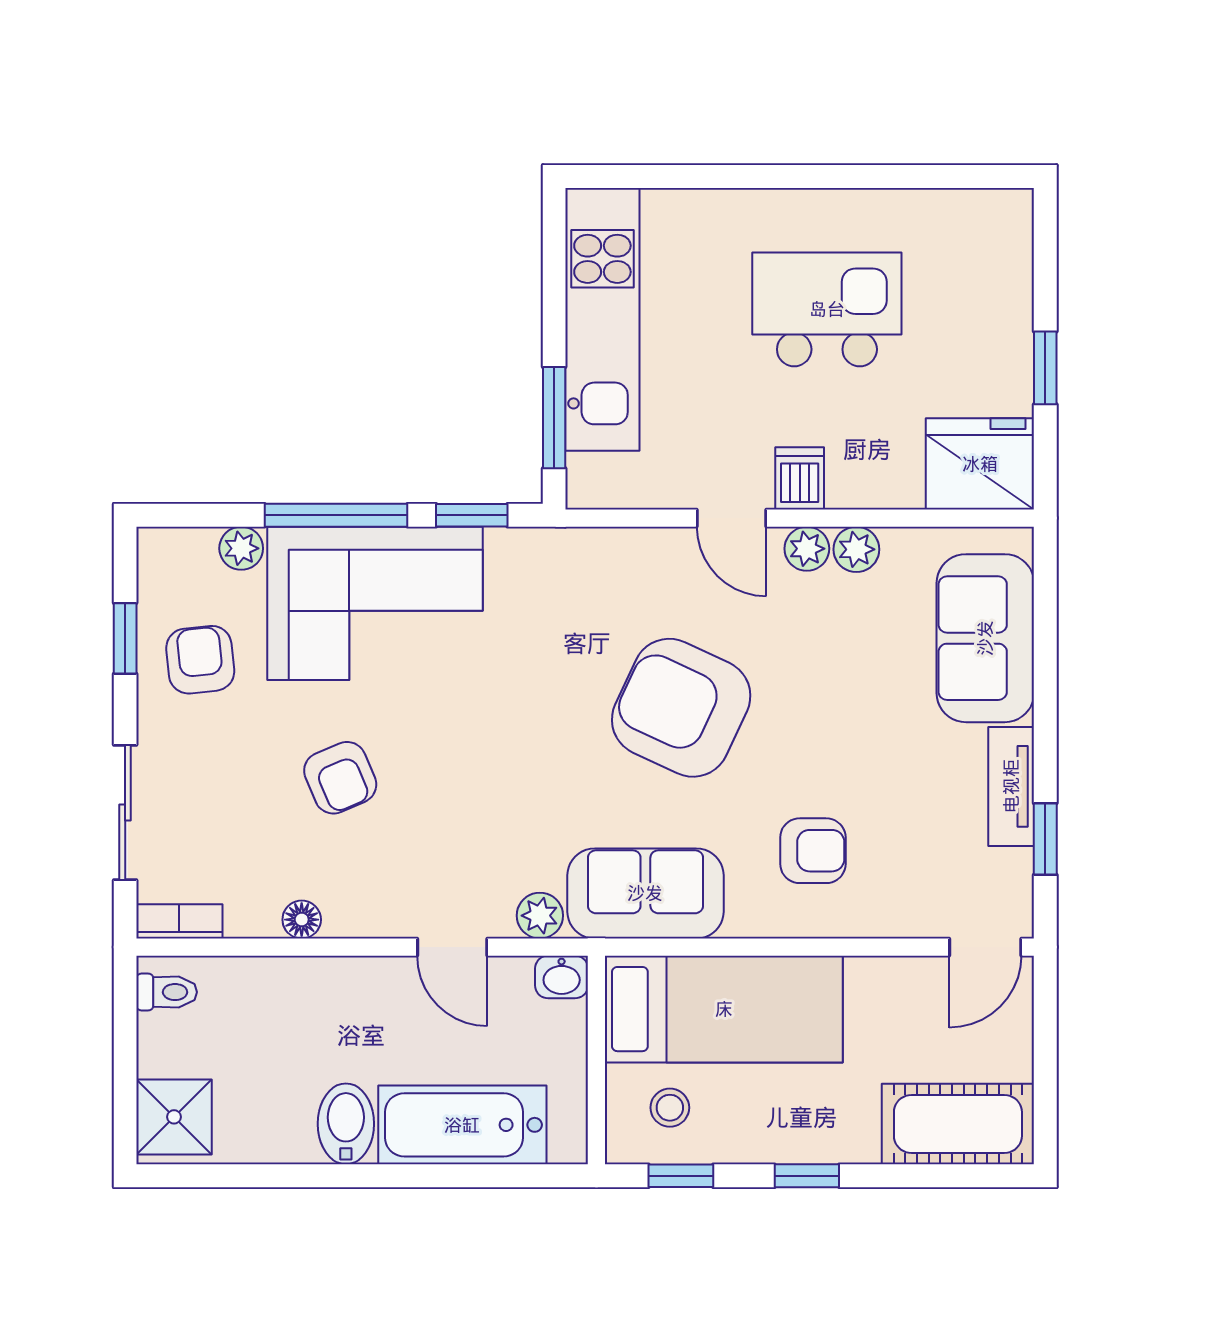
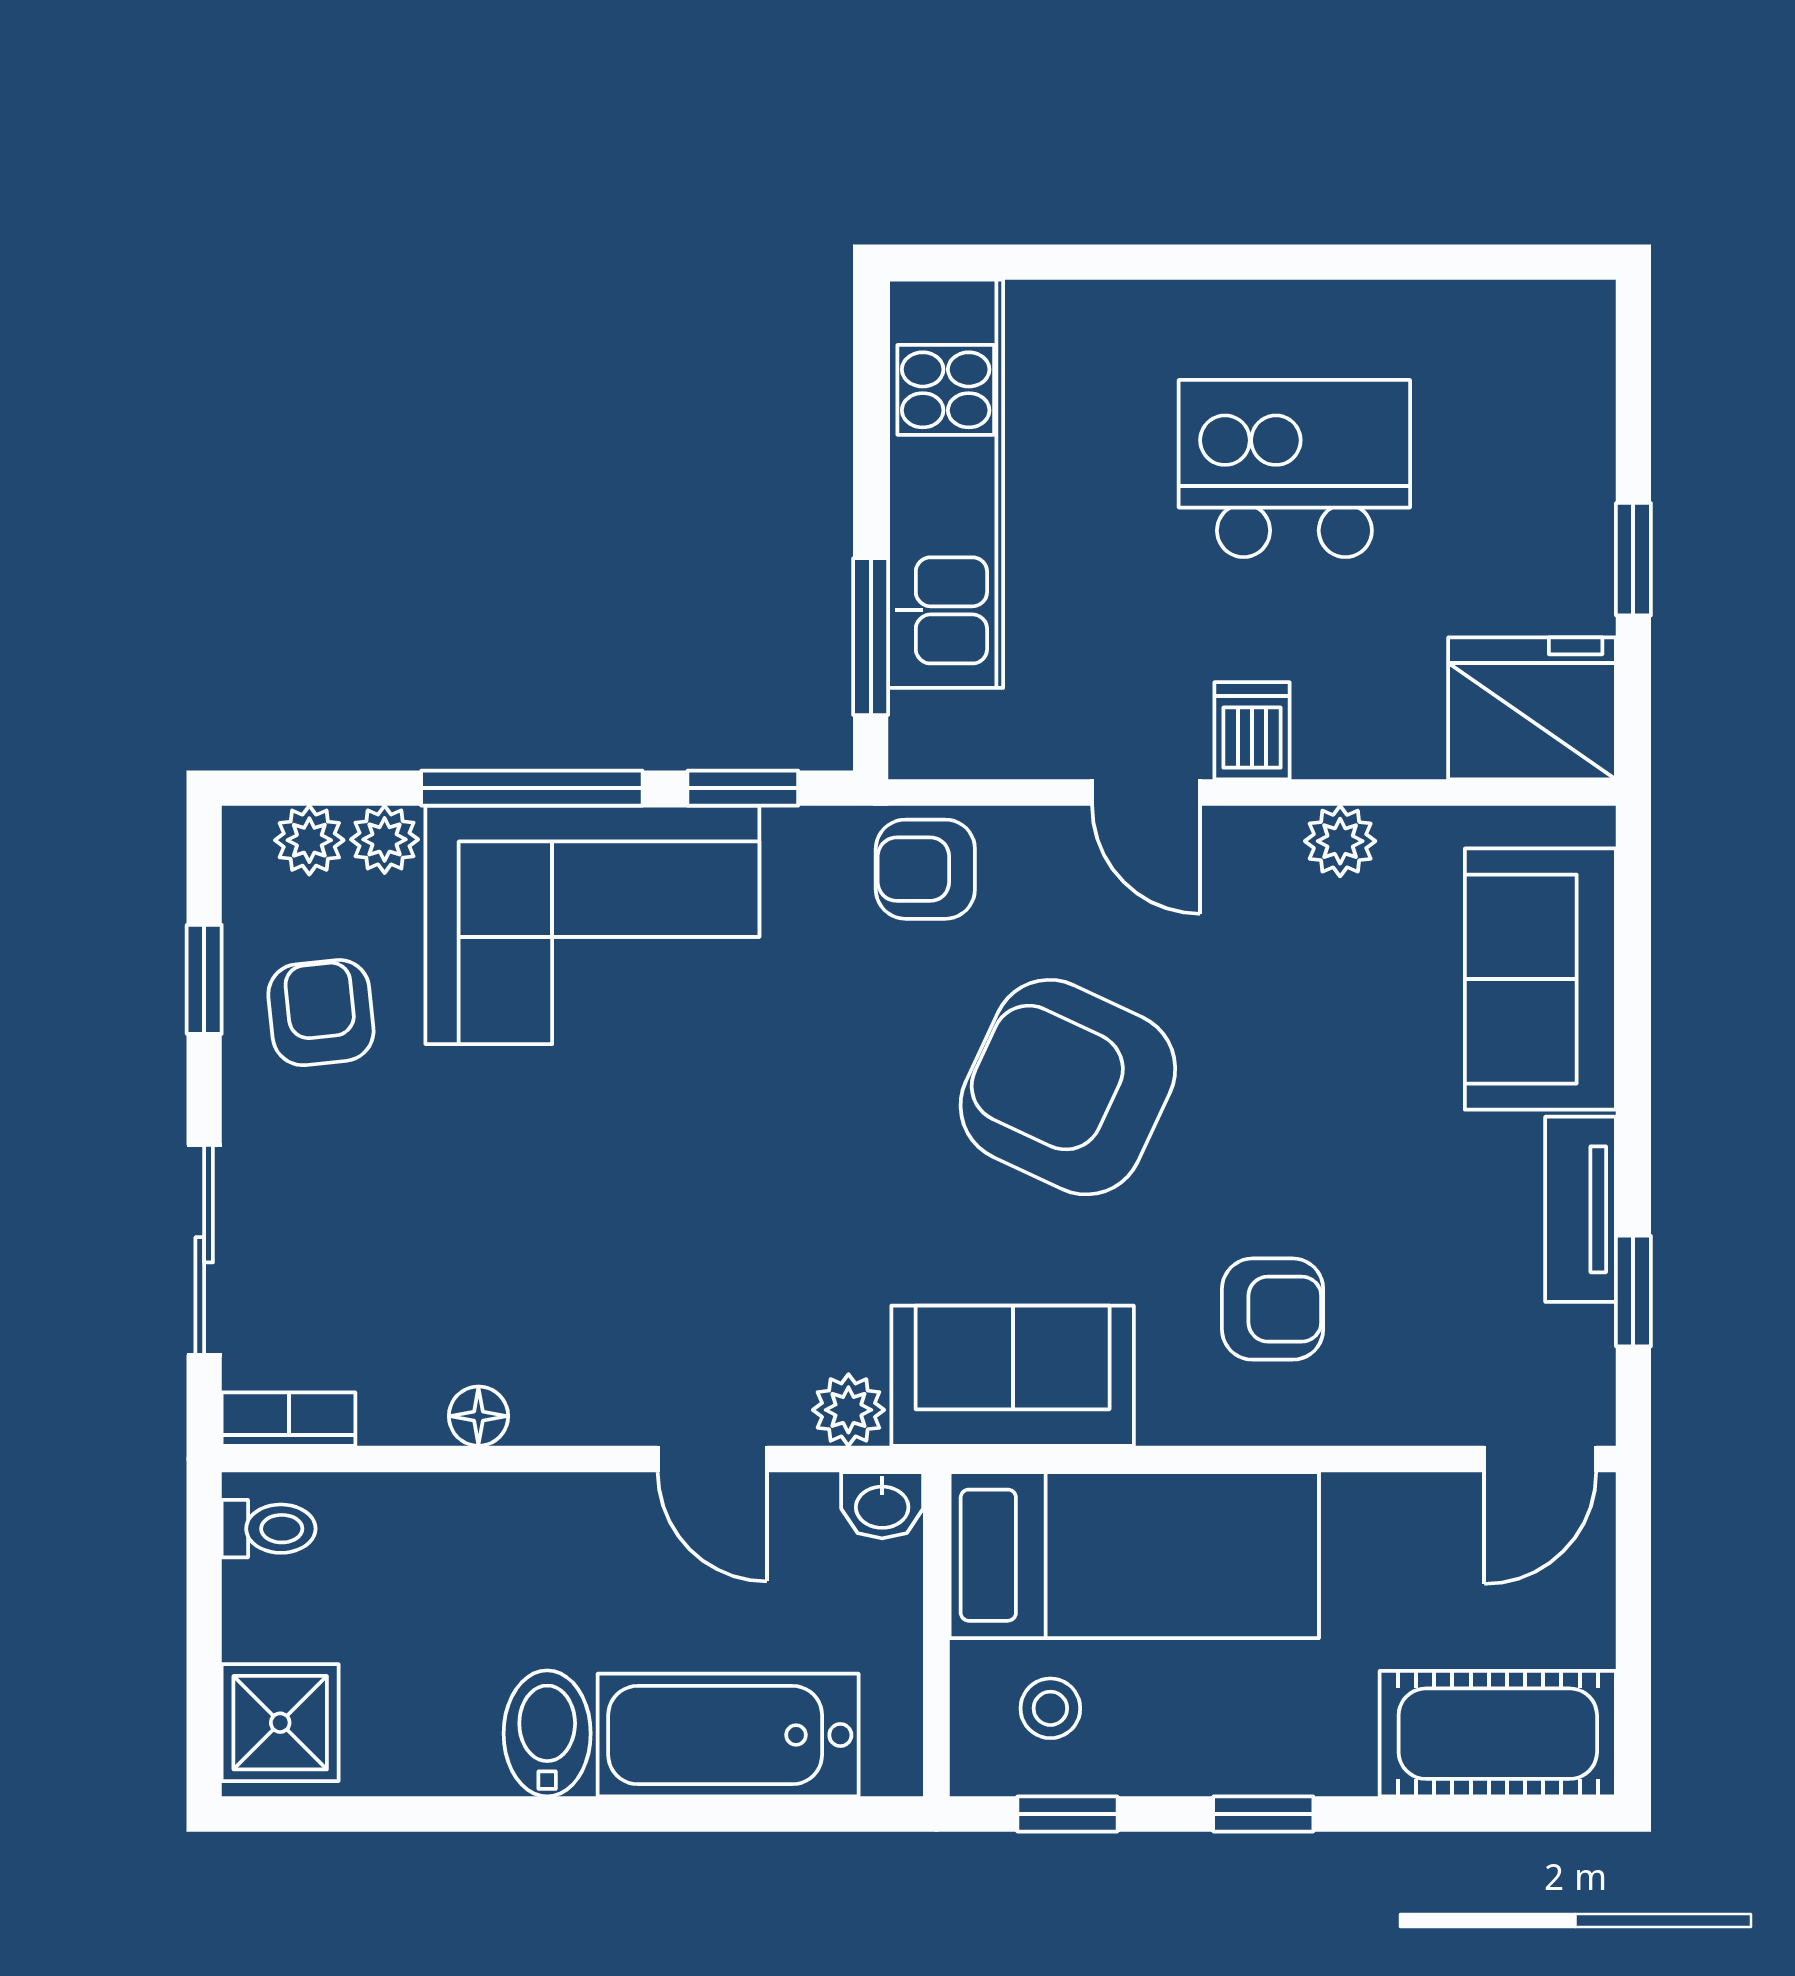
plant: (807, 549) -> (309, 840), moved
armchair: (340, 778) -> (925, 869), moved, turned 113

